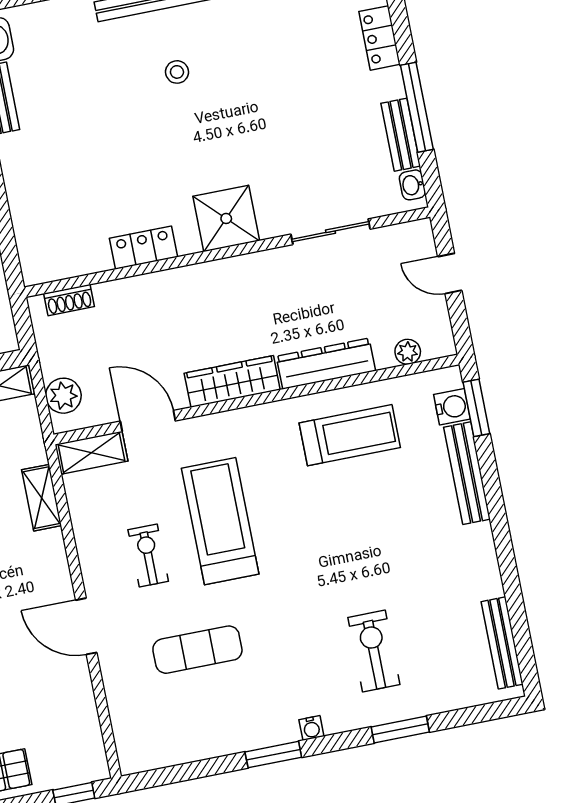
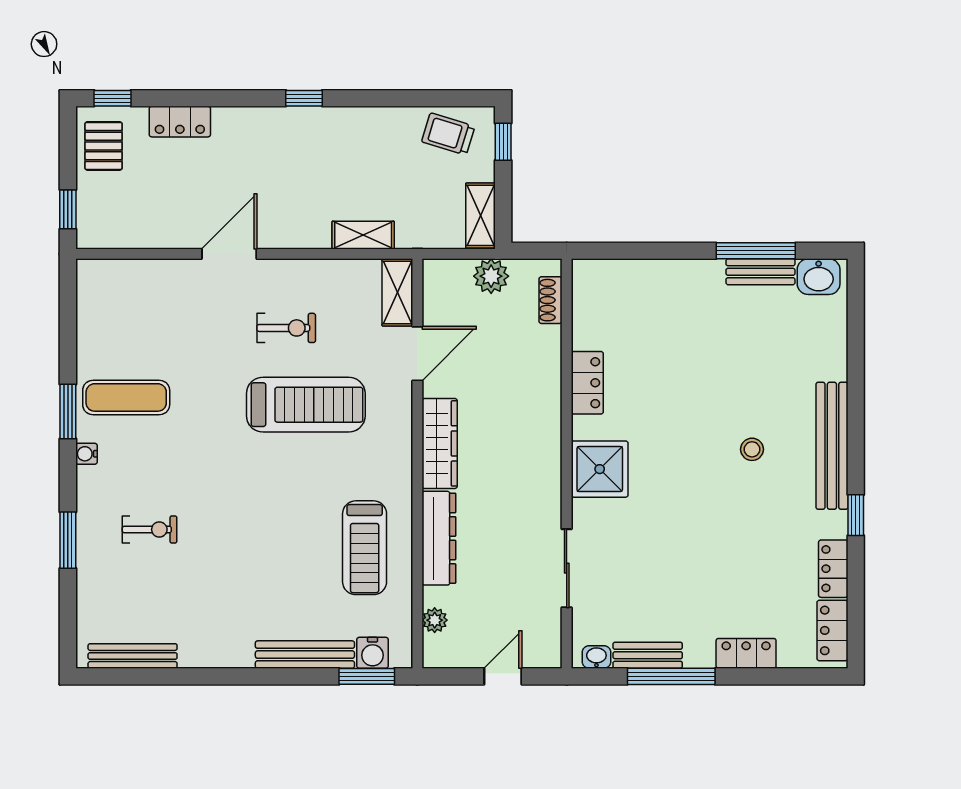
plant: (63, 396) -> (491, 276), moved
exercise mat: (197, 650) -> (126, 397), moved, turned 90
exercise bike: (374, 651) -> (150, 529), width x0.73, depth x0.72

